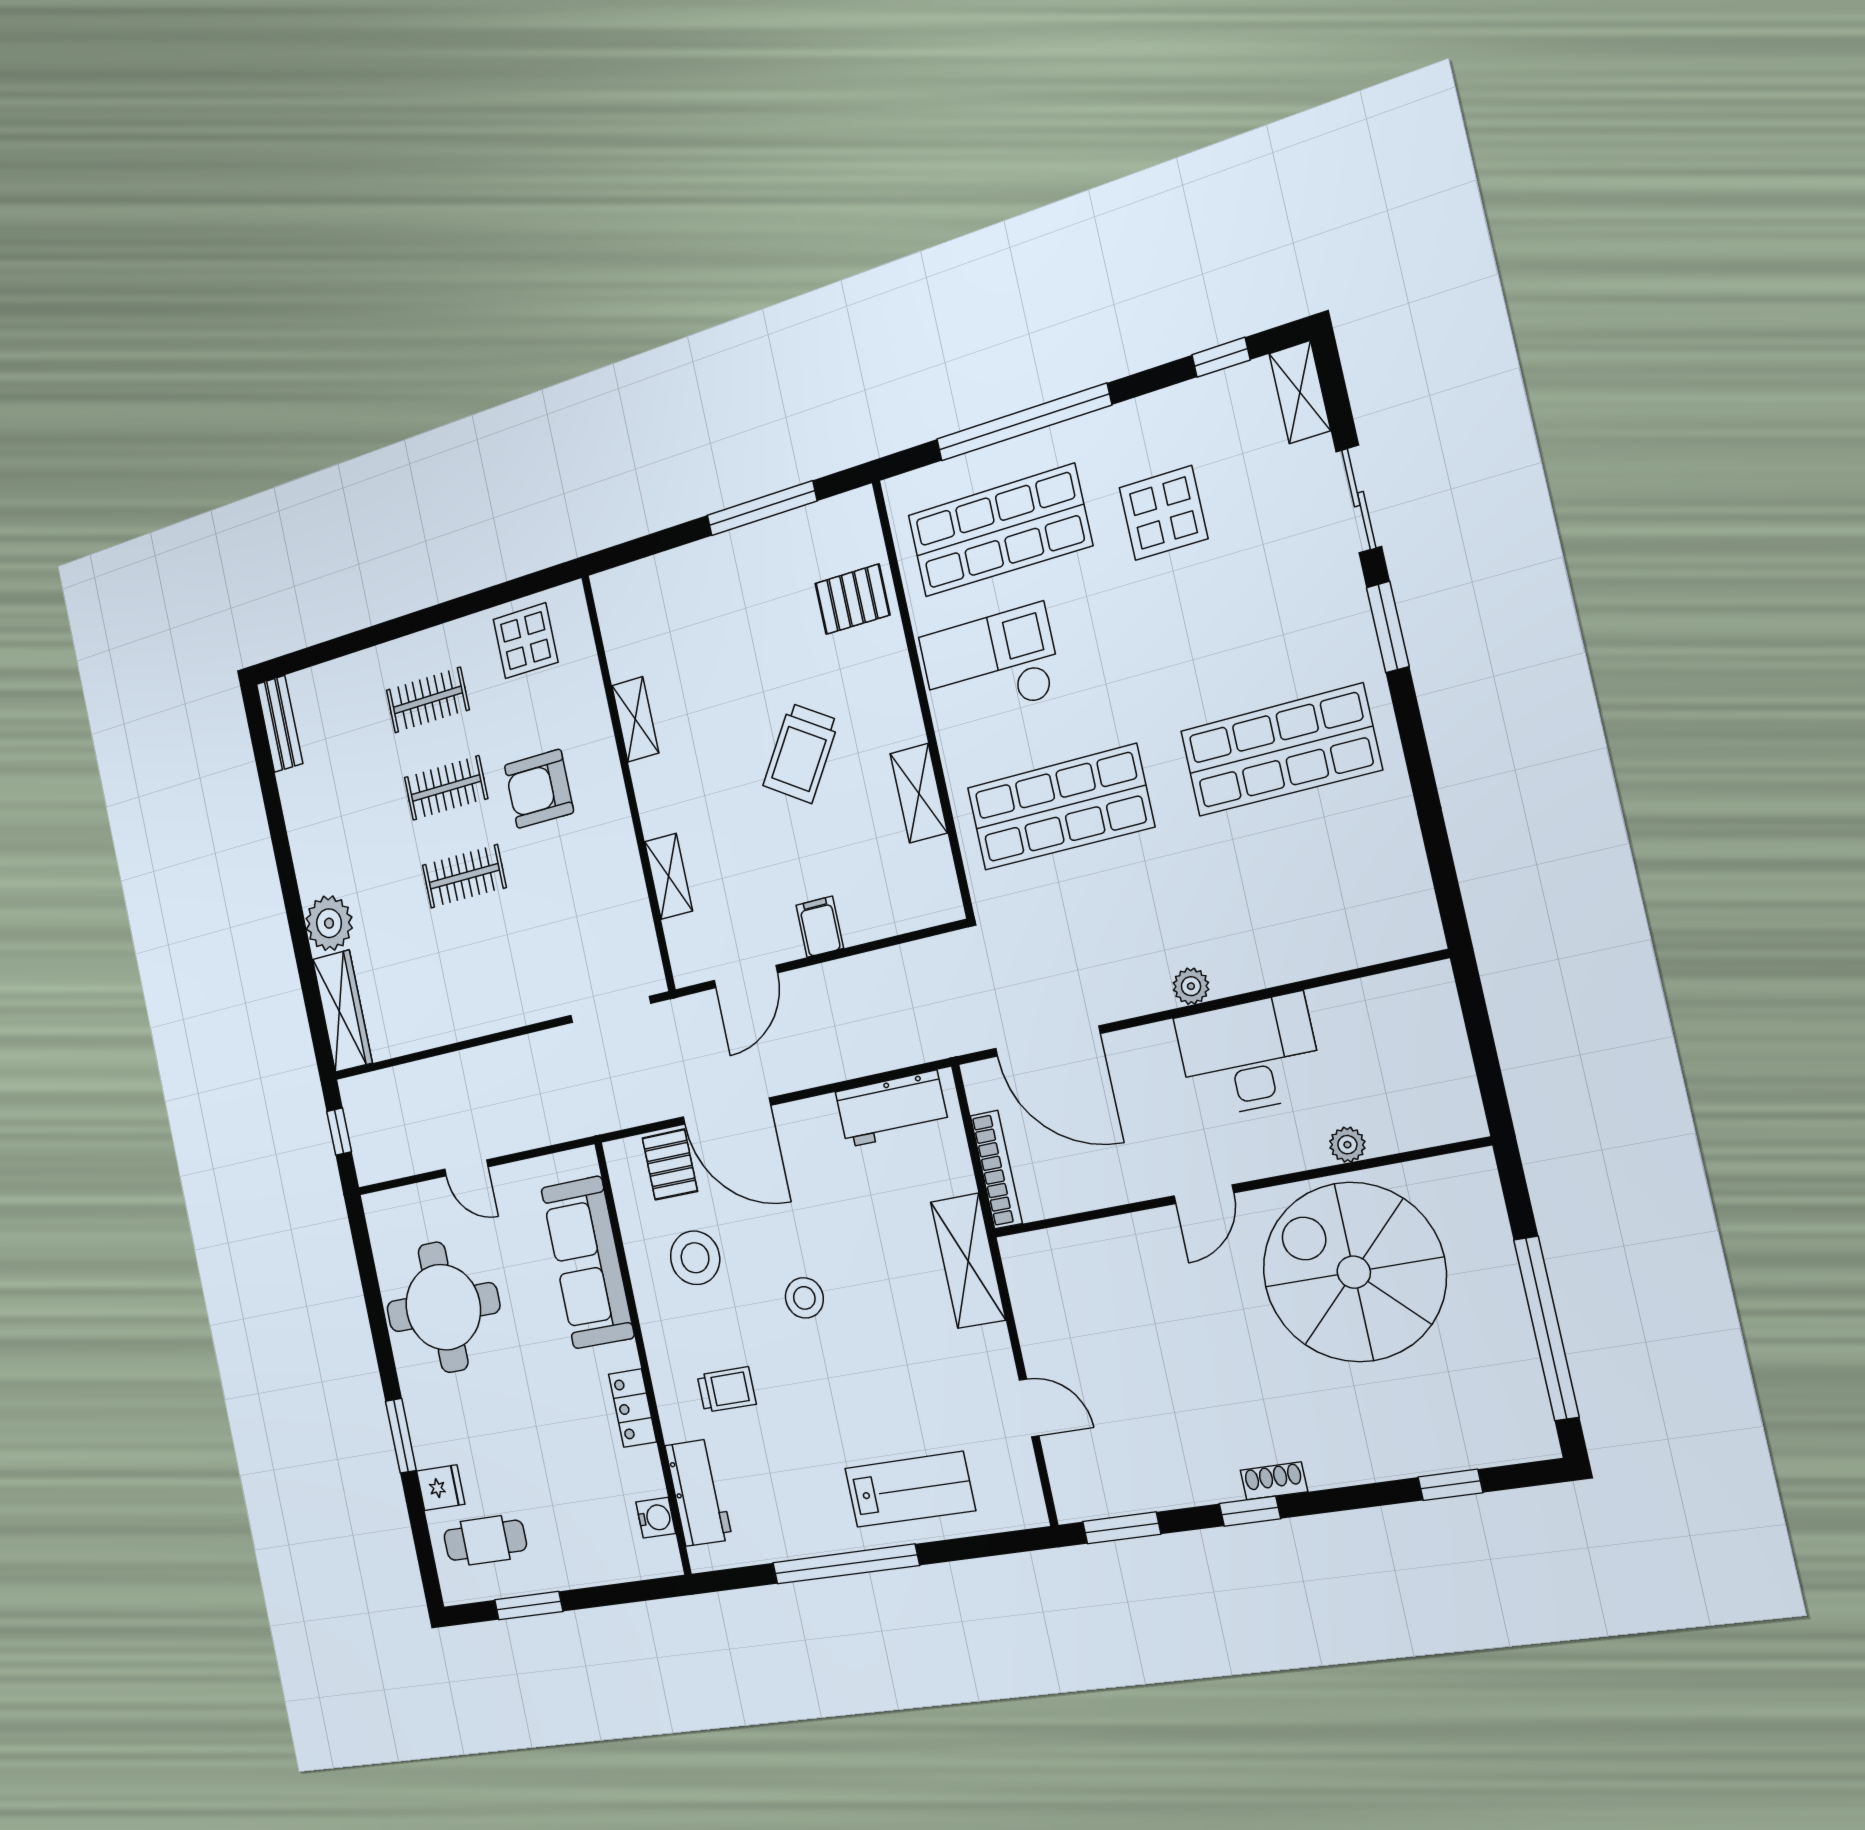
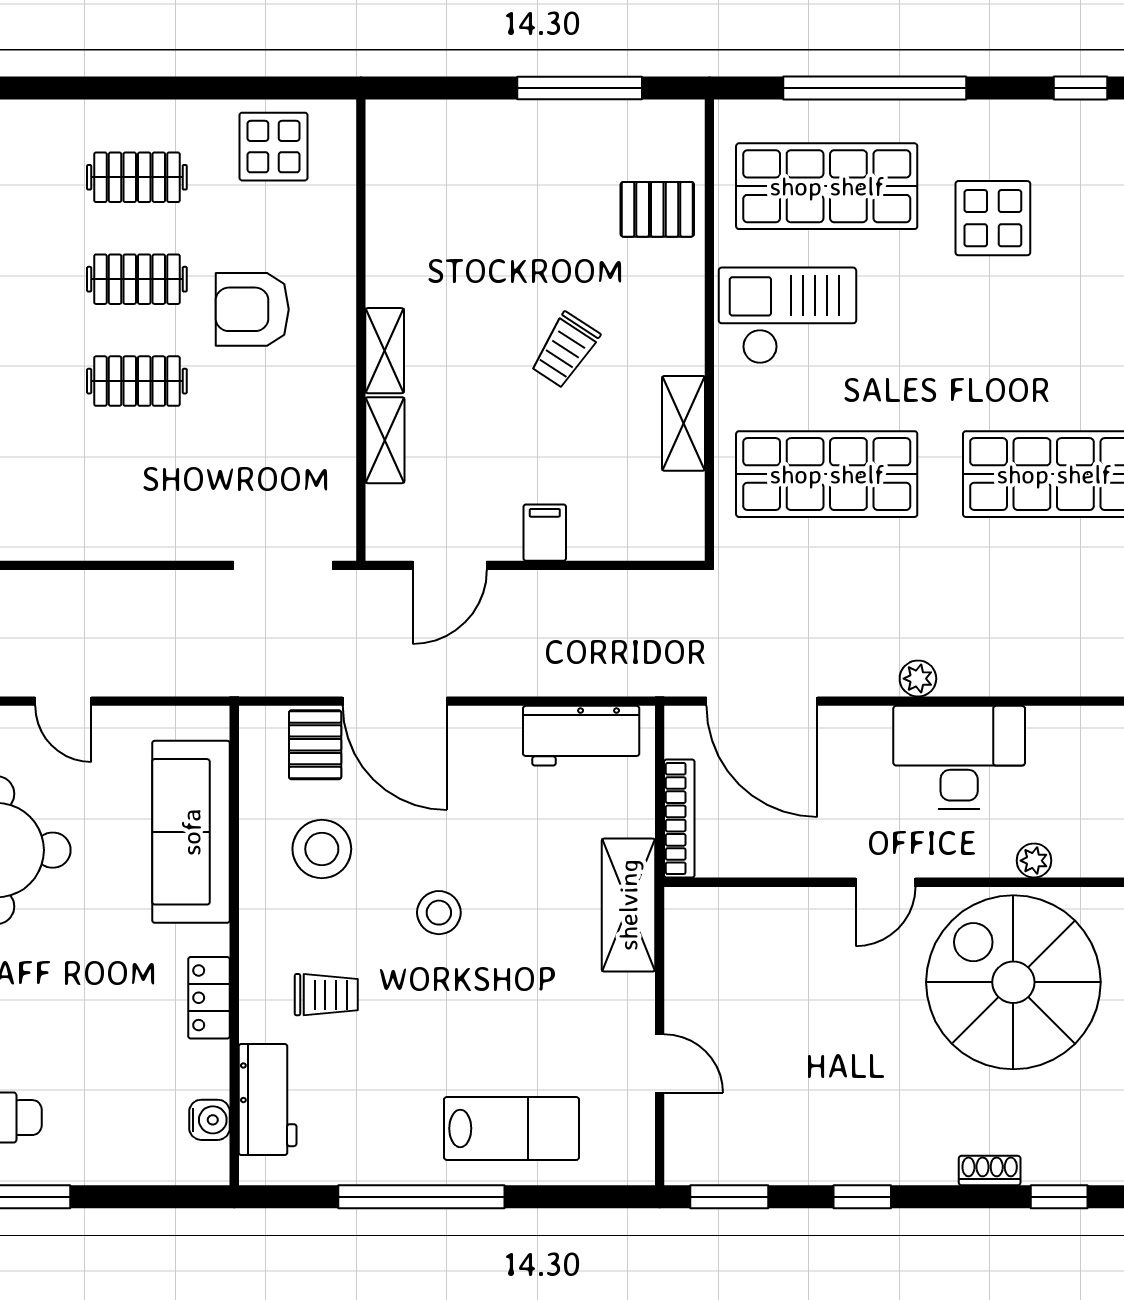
shelving: (635, 719) -> (385, 351), moved
trolley: (801, 753) -> (565, 350), width x0.73, depth x0.72
shoe rack: (1274, 1481) -> (990, 1171), moved

